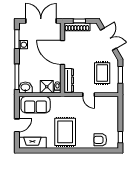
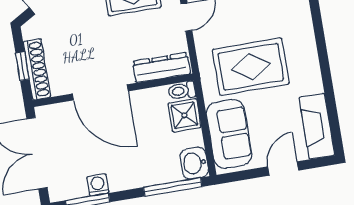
door: (62, 52) -> (100, 92), hinge flipped
door: (17, 125) -> (283, 169), hinge flipped
rug: (65, 132) -> (251, 67), moved

